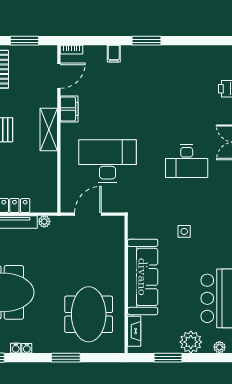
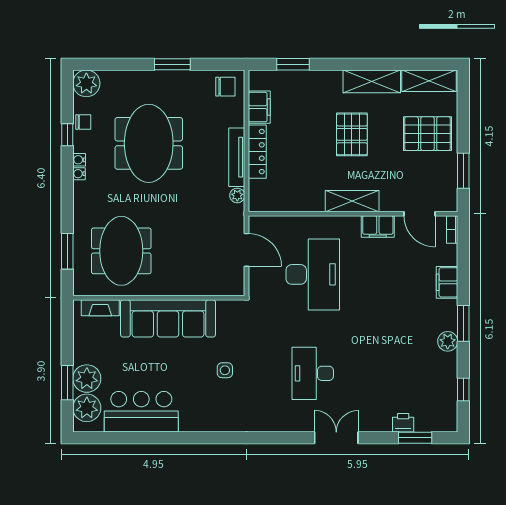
window: (200, 41) -> (463, 389), added
plant: (161, 53) -> (448, 341), added
filing cabinet: (114, 54) -> (447, 282), width x2.00
meeting table: (89, 314) -> (121, 251), turned 90
plant: (219, 347) -> (87, 408), width x1.88, depth x1.88
window: (66, 358) -> (67, 251), moved
window: (168, 358) -> (67, 383), moved

